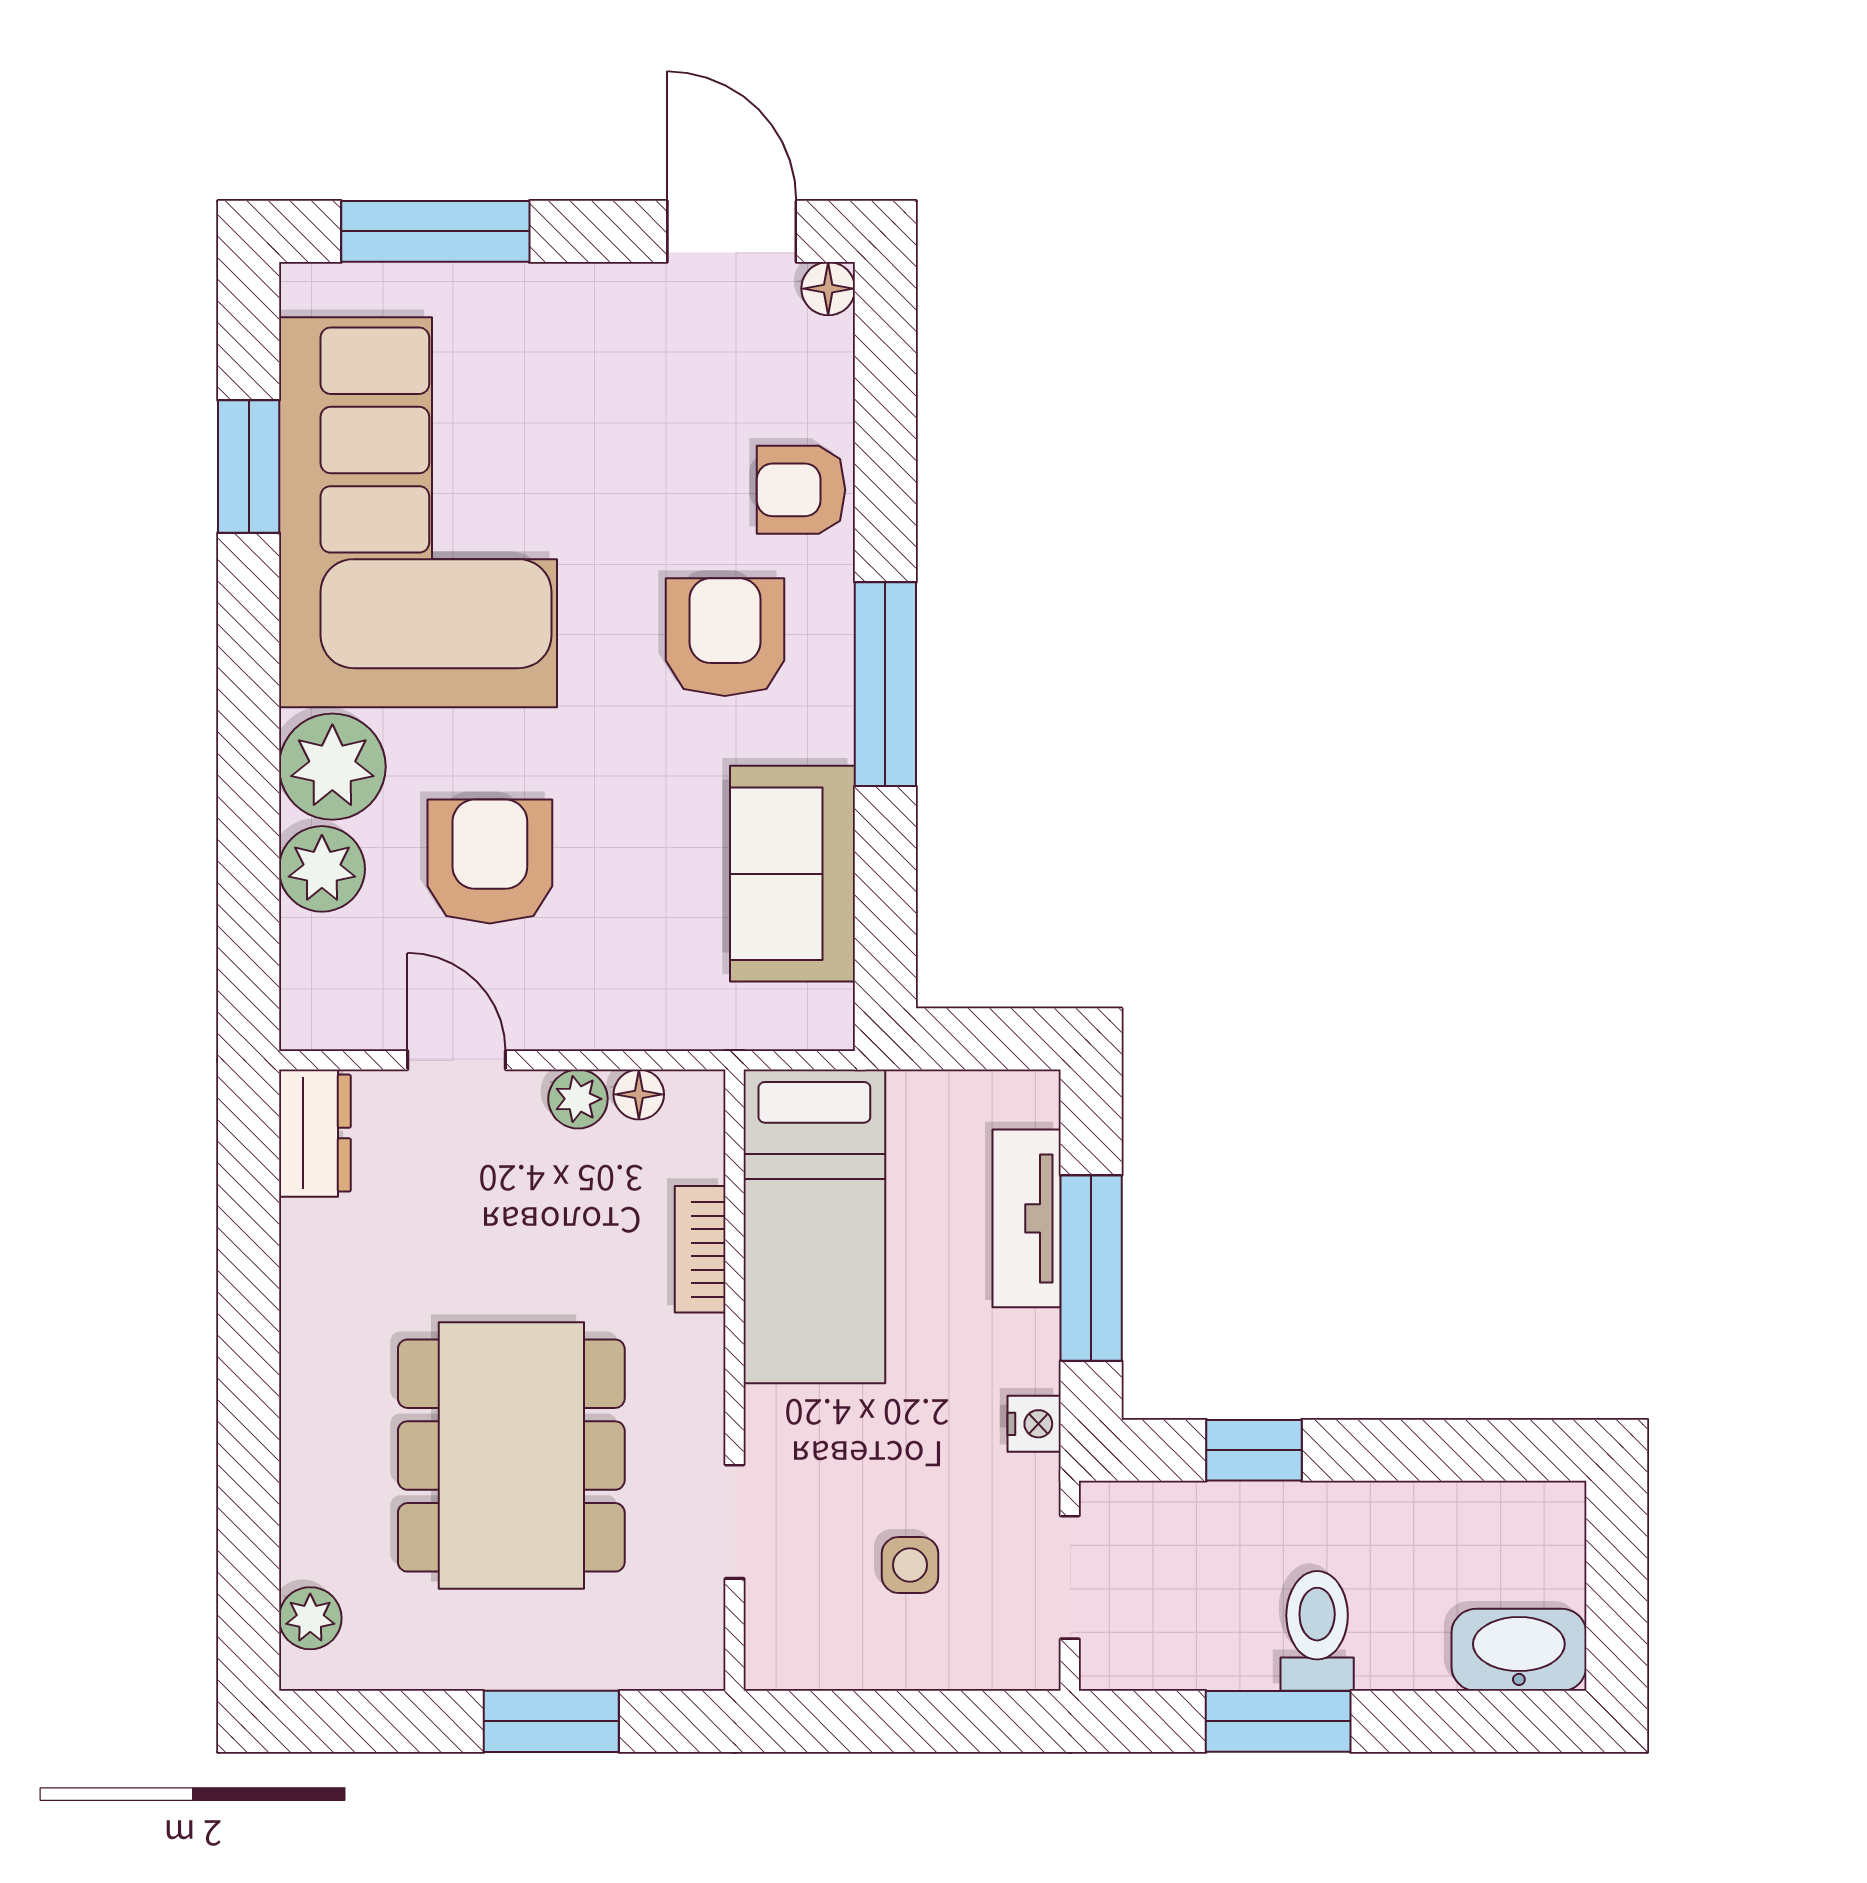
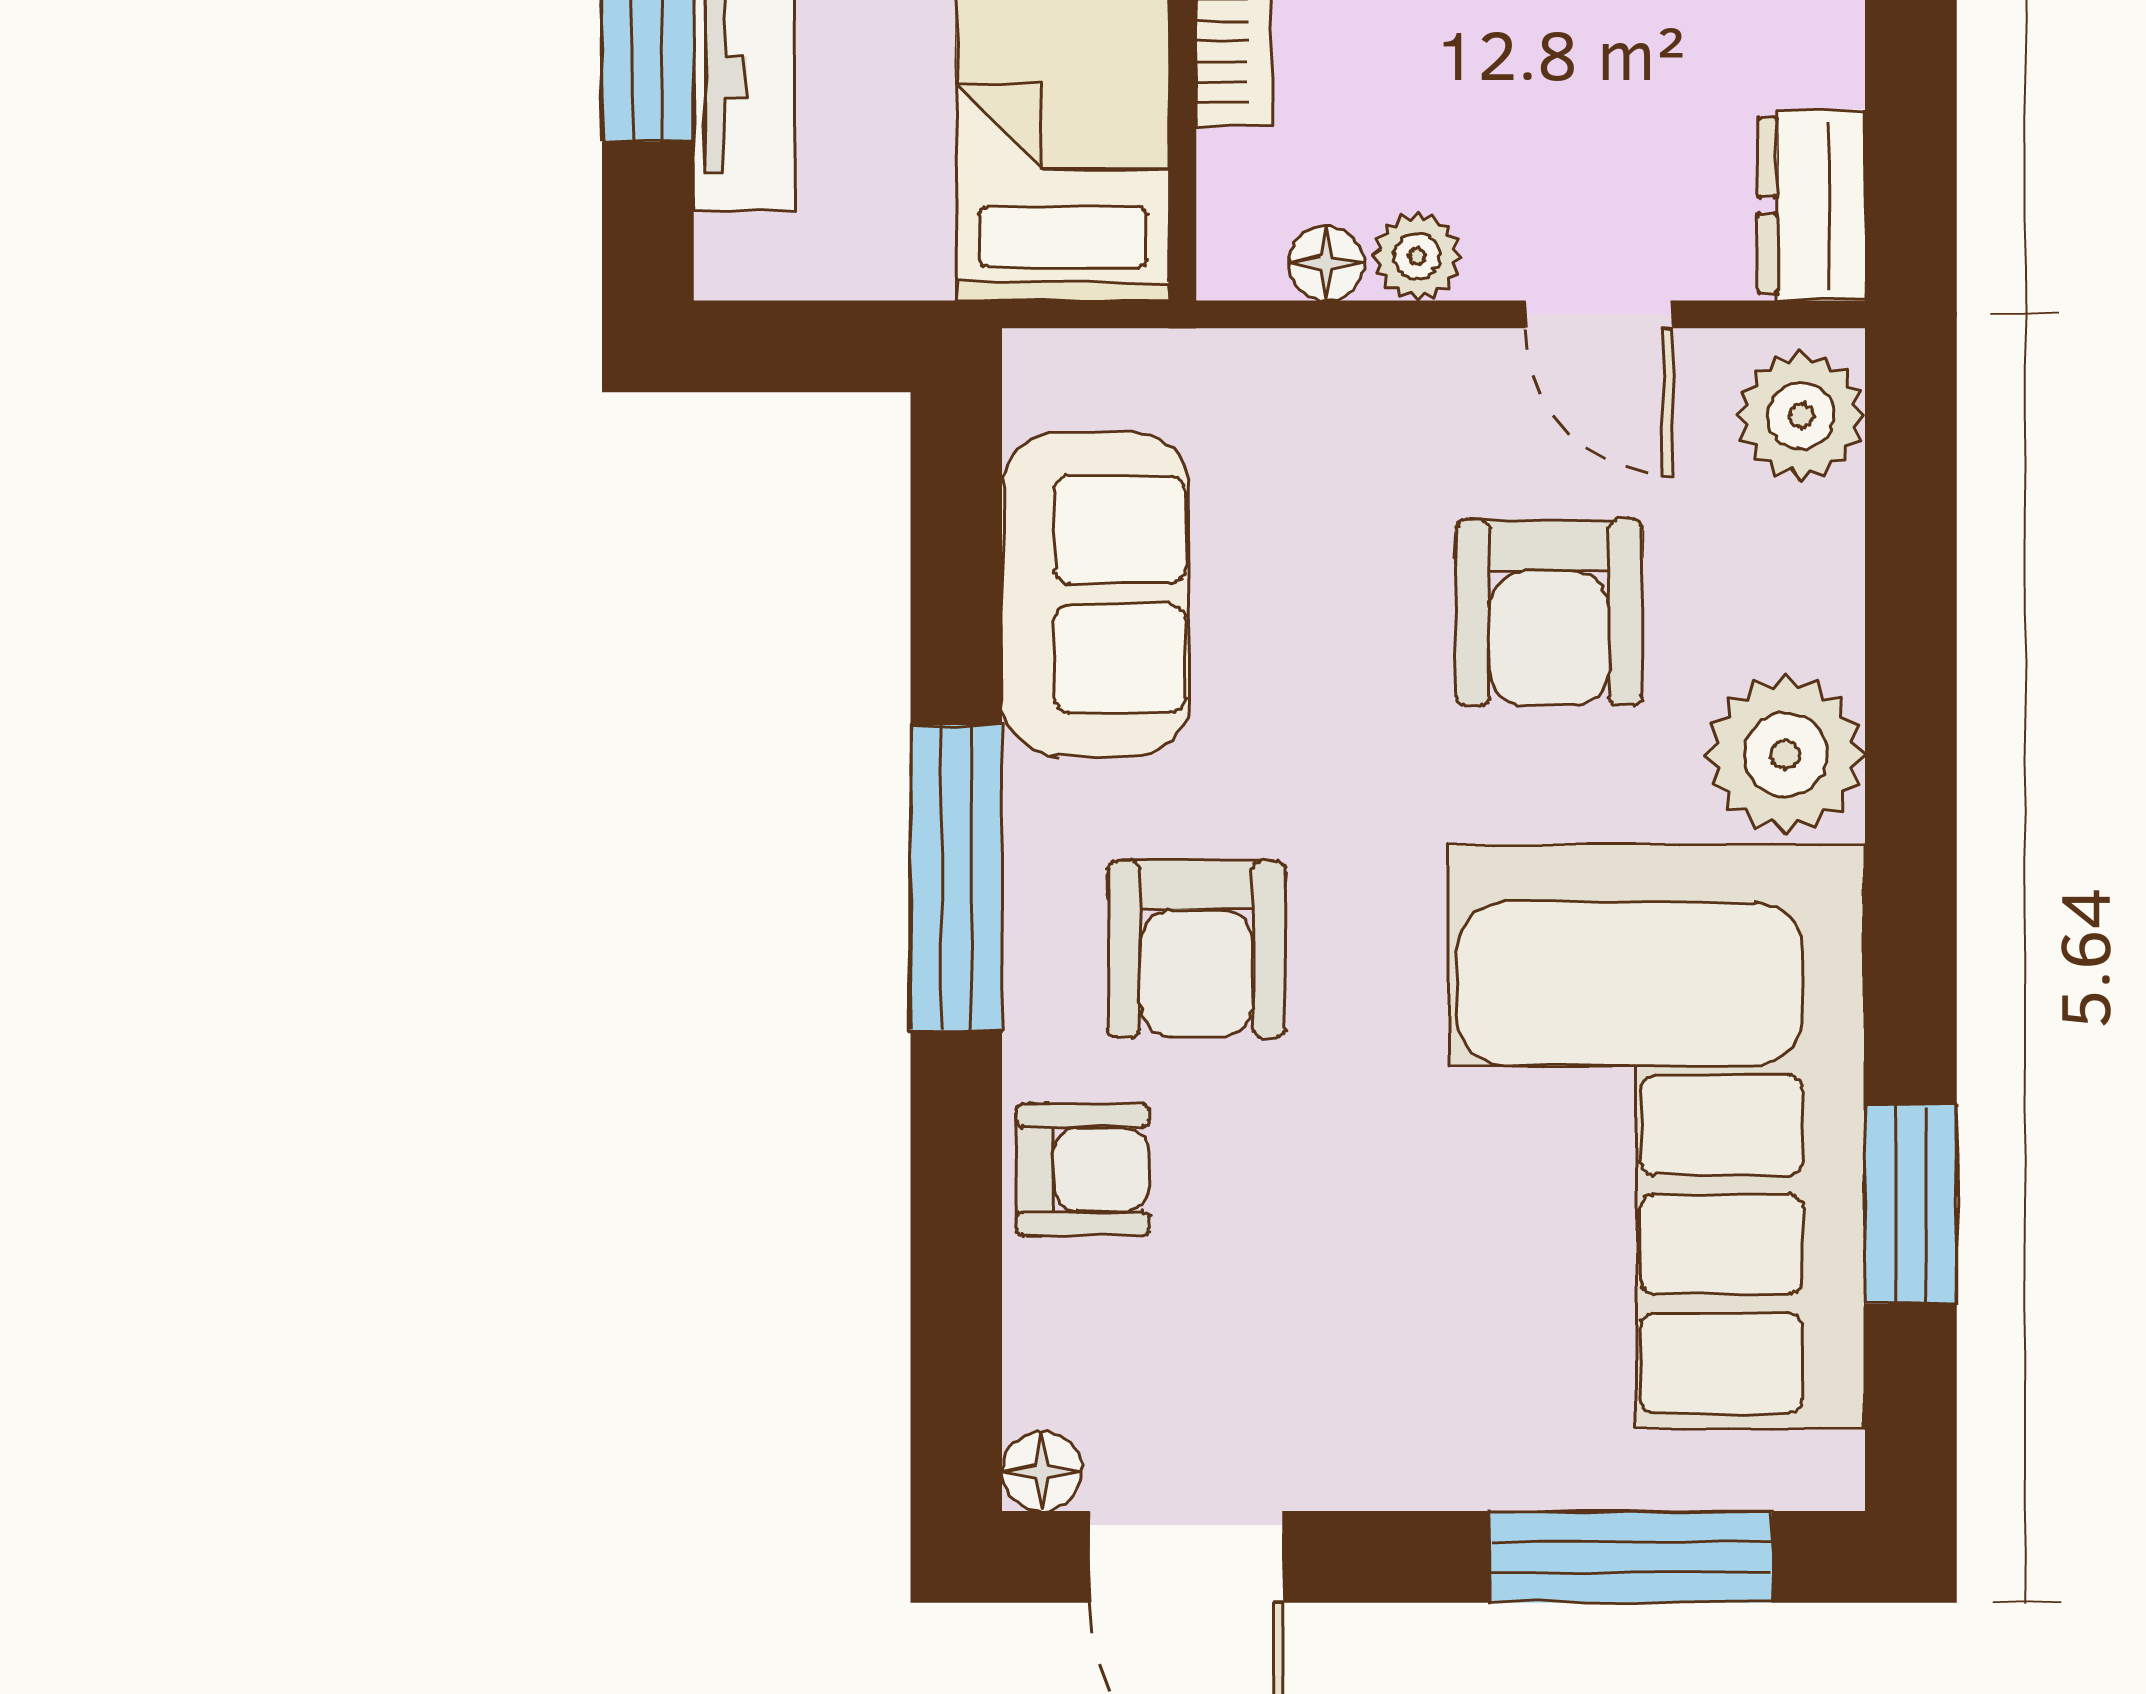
plant: (322, 869) -> (1801, 416), moved

